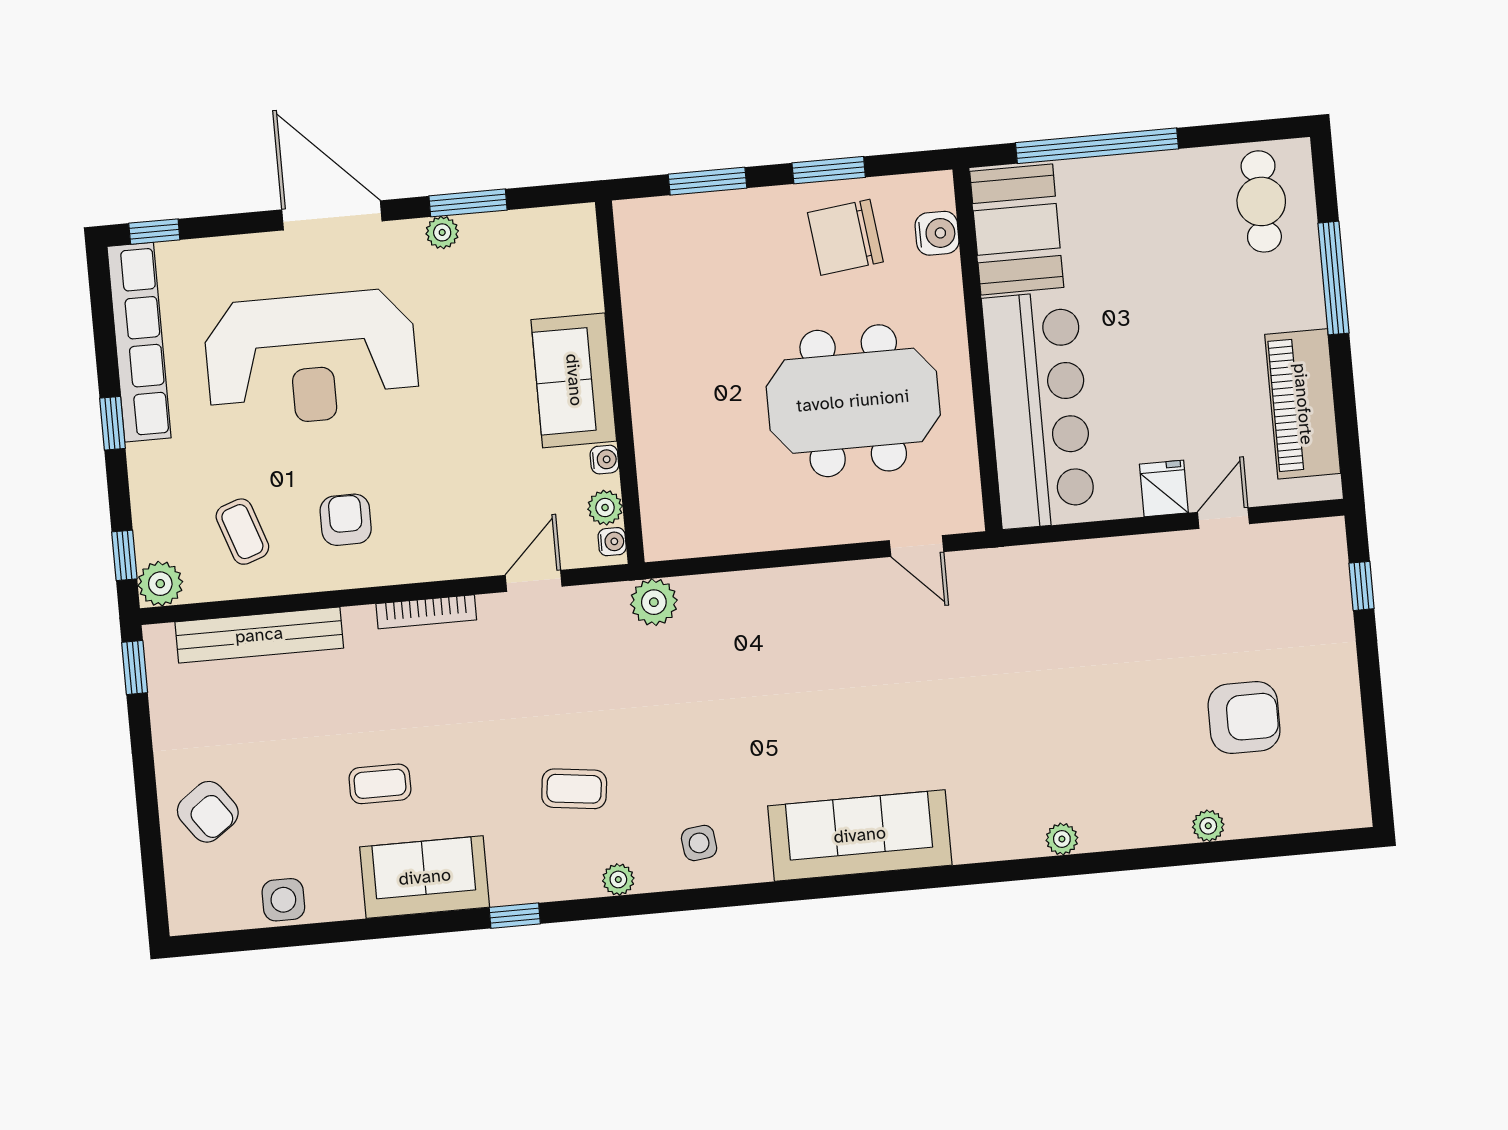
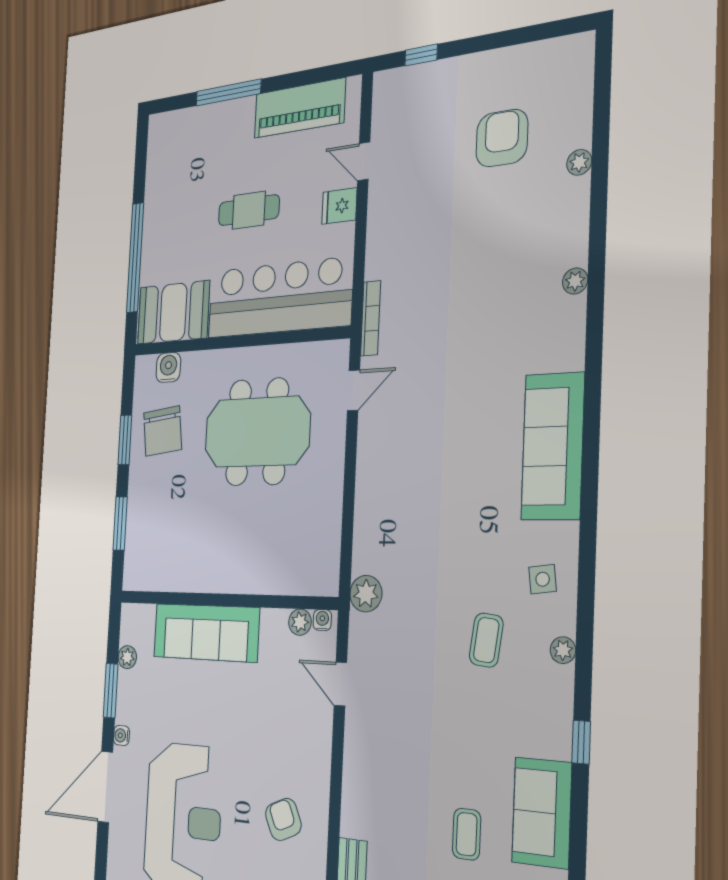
cafe table: (1261, 201) -> (249, 210), moved
plant: (442, 232) -> (127, 657), moved
sofa: (574, 380) -> (206, 633), width x1.36
meeting table: (853, 401) -> (257, 432), turned 90
water cooler: (604, 460) -> (121, 735), moved, turned -90
armchair: (346, 520) -> (283, 819), turned 66
bookcase: (426, 612) -> (371, 318), moved
coffee table: (574, 789) -> (486, 640), moved

